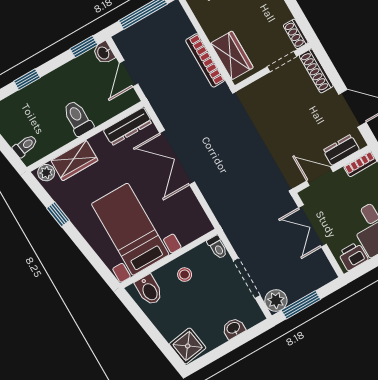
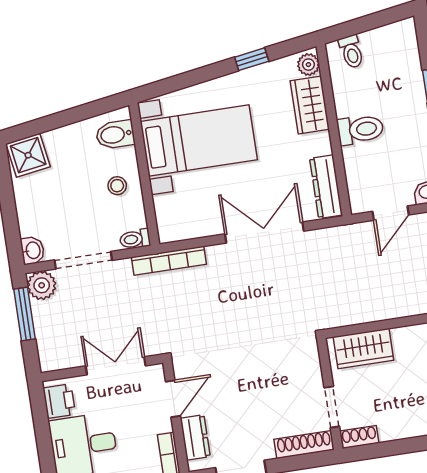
bookcase: (205, 60) -> (169, 261), moved, turned 180
door: (129, 74) -> (391, 213), swing flipped
washbasin: (233, 328) -> (33, 250), moved

